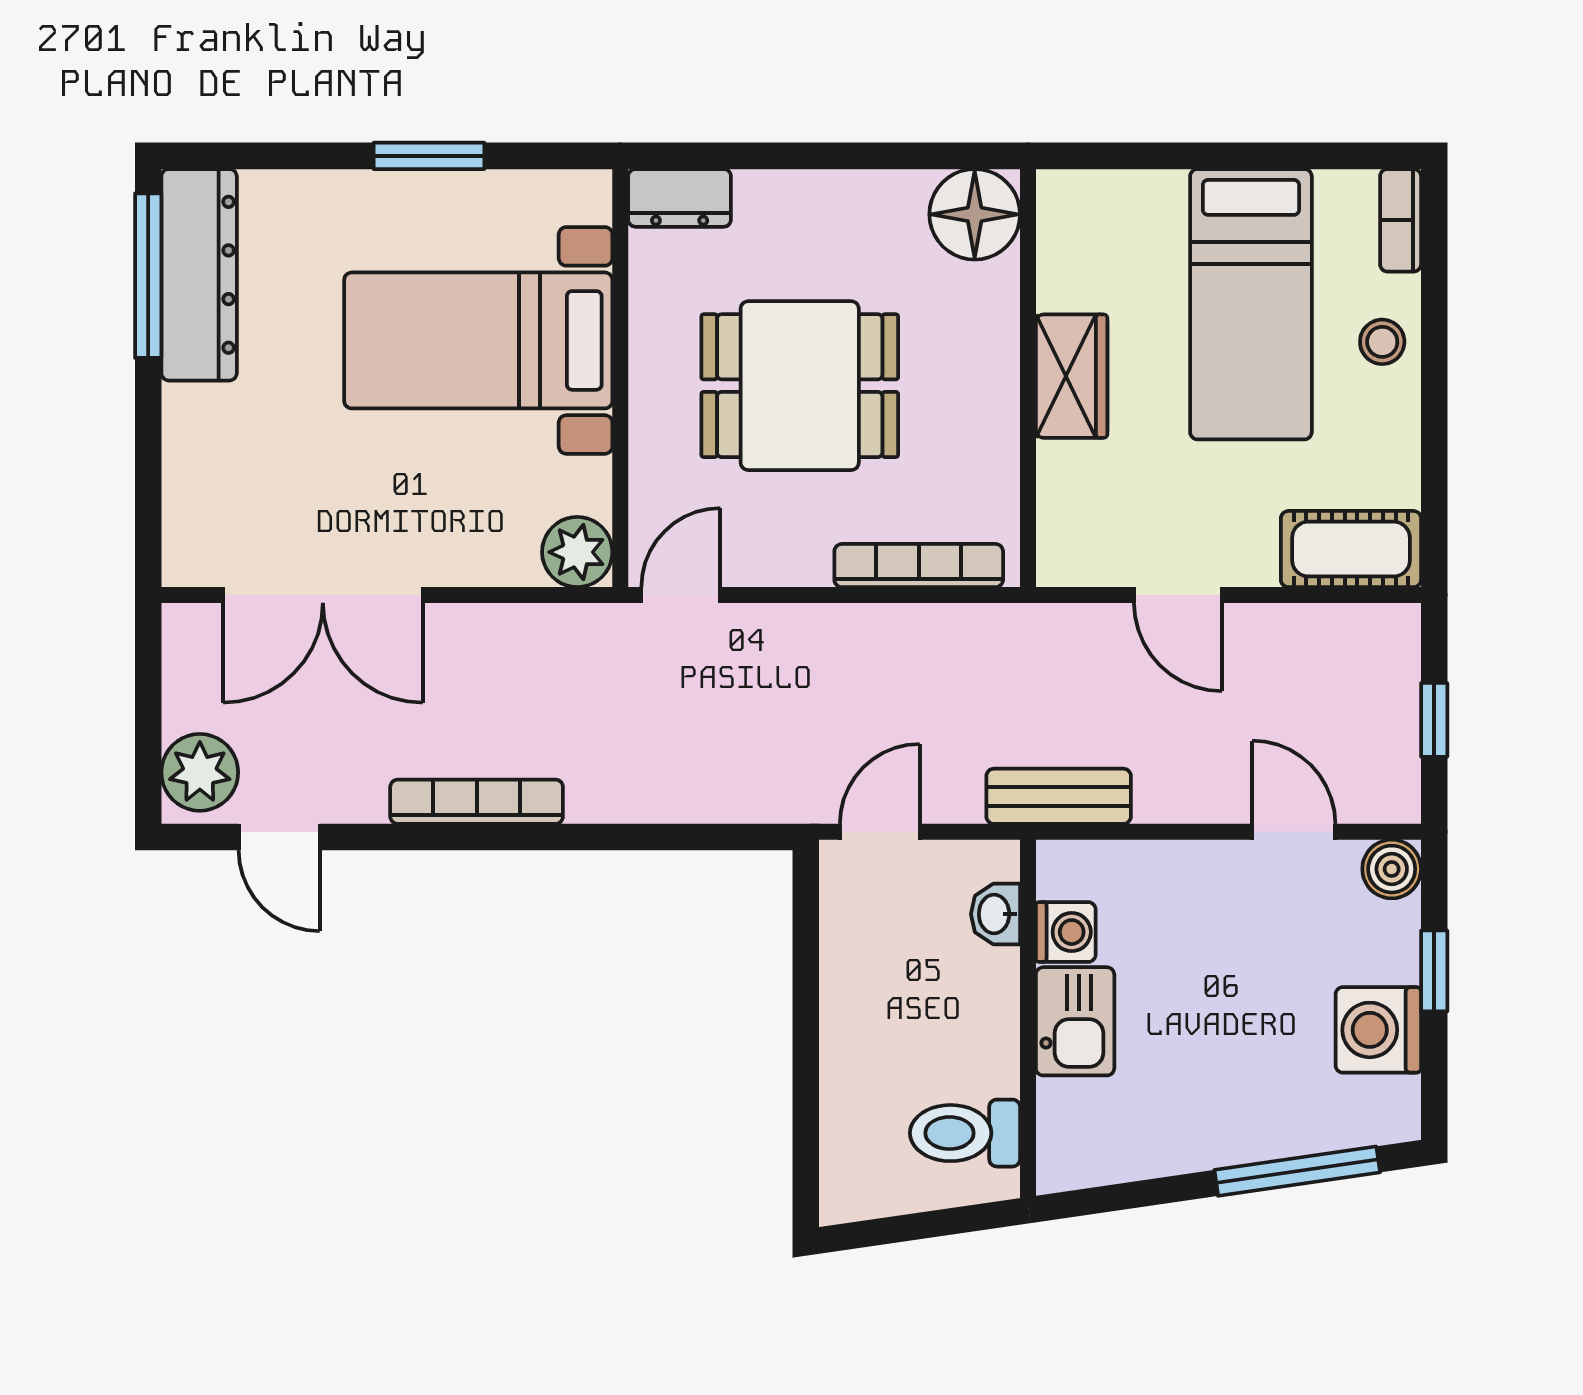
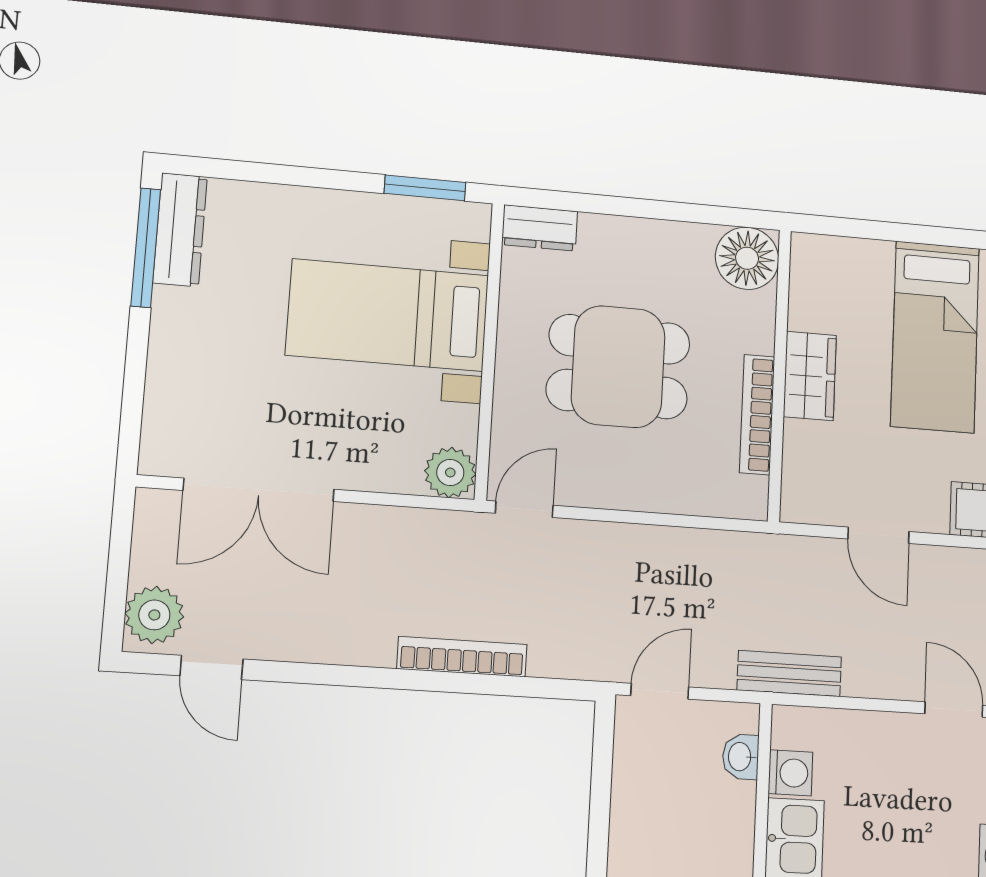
window: (429, 156) -> (425, 188), moved
dresser: (199, 275) -> (180, 230), width x0.73, depth x0.80
bookcase: (919, 566) -> (757, 415), moved, turned -90
bookcase: (477, 802) -> (462, 657), moved

